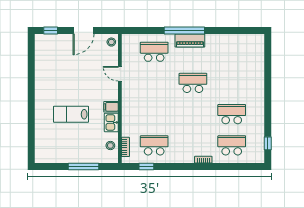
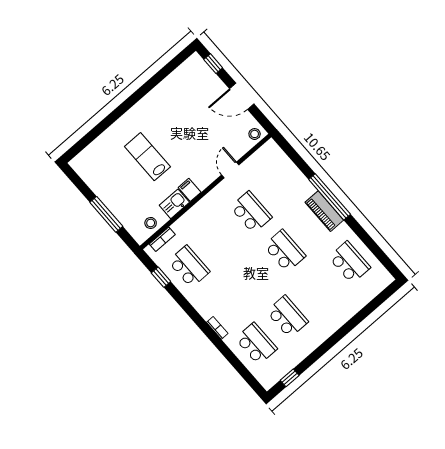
school desk: (154, 52) -> (251, 212), moved
school desk: (232, 52) -> (349, 262), added

